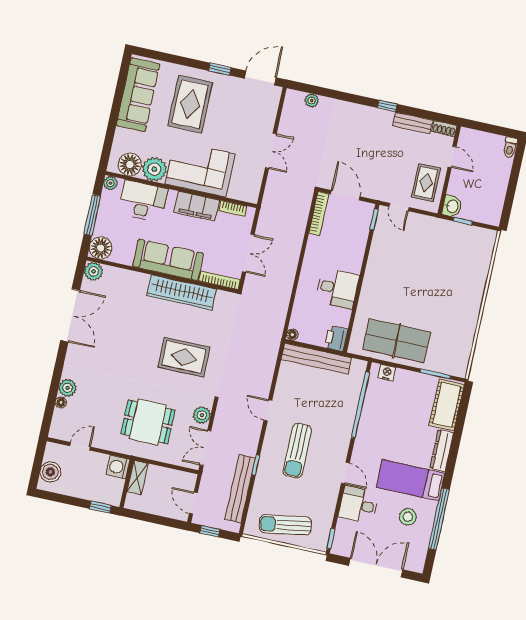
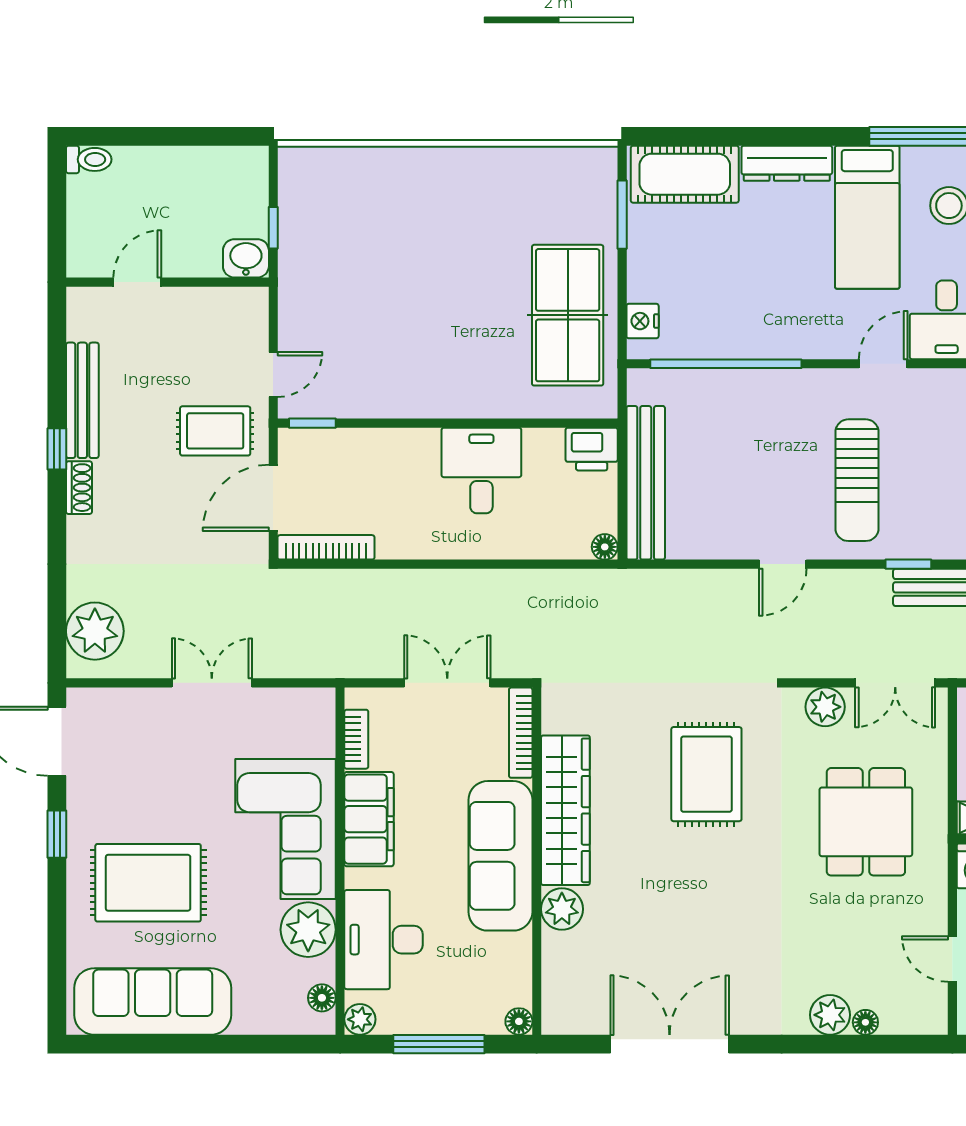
plant: (312, 100) -> (95, 631), width x1.88, depth x1.88
bench: (413, 123) -> (82, 400), width x1.36
shoe rack: (444, 129) -> (79, 488), moved
floor lamp: (130, 165) -> (322, 998), width x0.53, depth x0.53
rug: (426, 183) -> (215, 431), moved
floor lamp: (101, 248) -> (519, 1021), width x0.53, depth x0.53
plant: (93, 271) -> (562, 909), moved
sun lounger: (297, 451) -> (857, 480), turned 90

